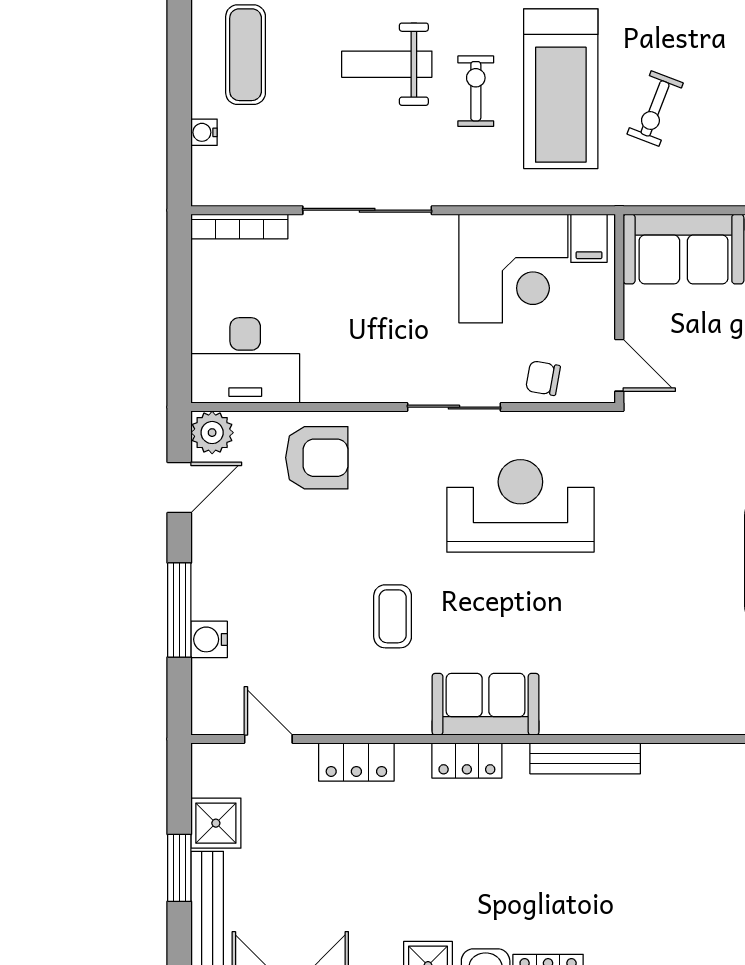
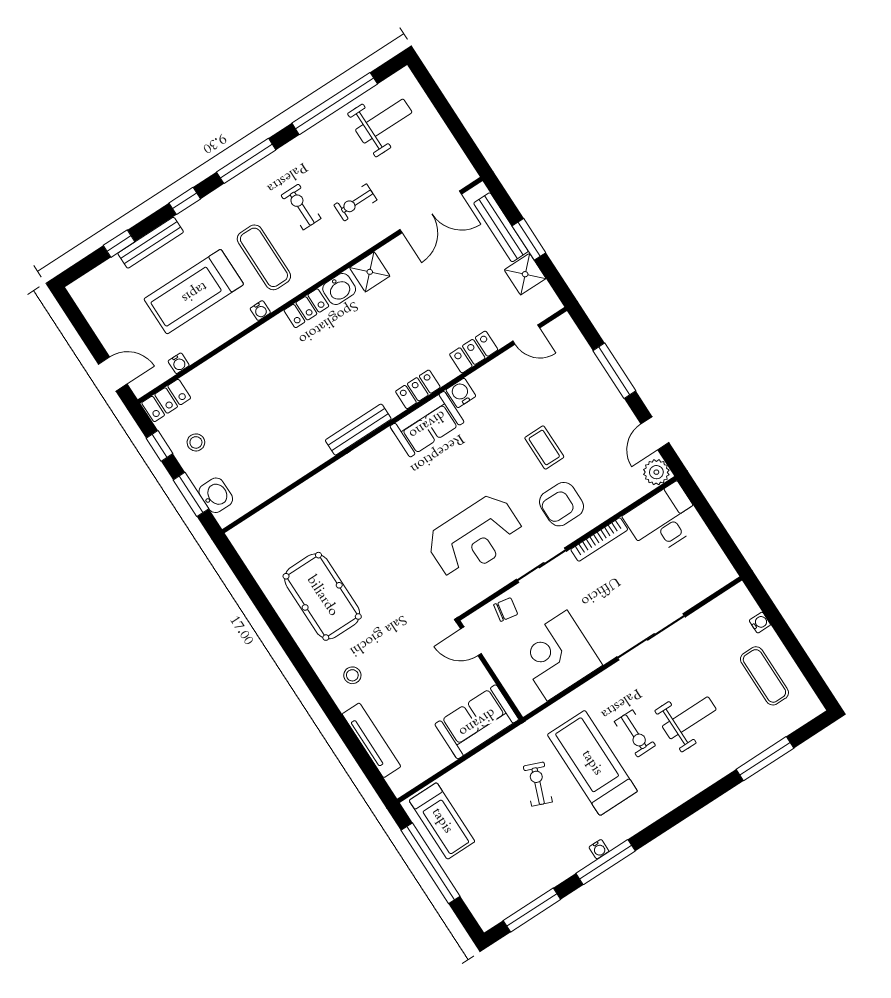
bookcase: (239, 227) -> (599, 540), moved, turned 180
filing cabinet: (589, 238) -> (529, 696), removed
armchair: (317, 458) -> (561, 504), moved
coffee table: (393, 616) -> (544, 447), moved
water cooler: (209, 639) -> (461, 393), moved, turned -90

